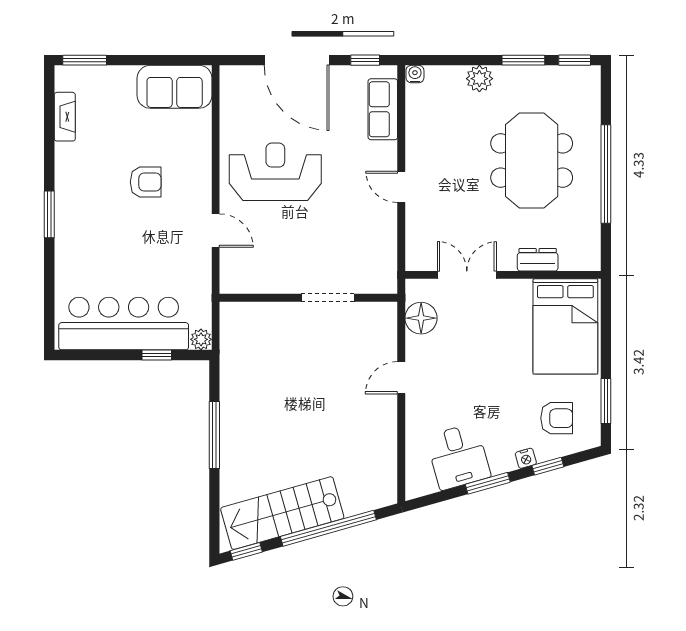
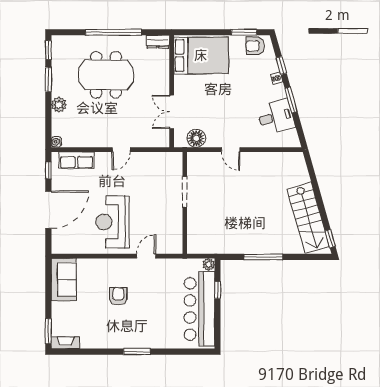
fireplace: (65, 117) -> (65, 343), moved
dresser: (538, 260) -> (158, 42), moved, turned -90
armchair: (557, 418) -> (255, 46), moved, turned -90
window: (328, 528) -> (317, 191), removed

